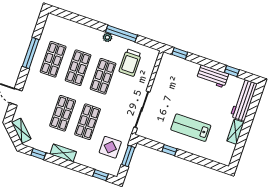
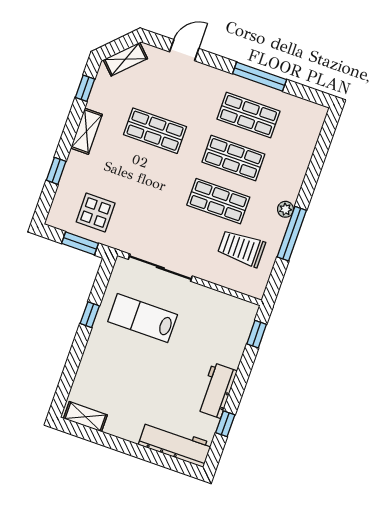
shop shelf: (88, 122) -> (140, 174), removed
lab bench: (191, 128) -> (143, 318), moved, turned -90
shelving: (235, 132) -> (85, 417), moved
window: (101, 175) -> (56, 171), moved

